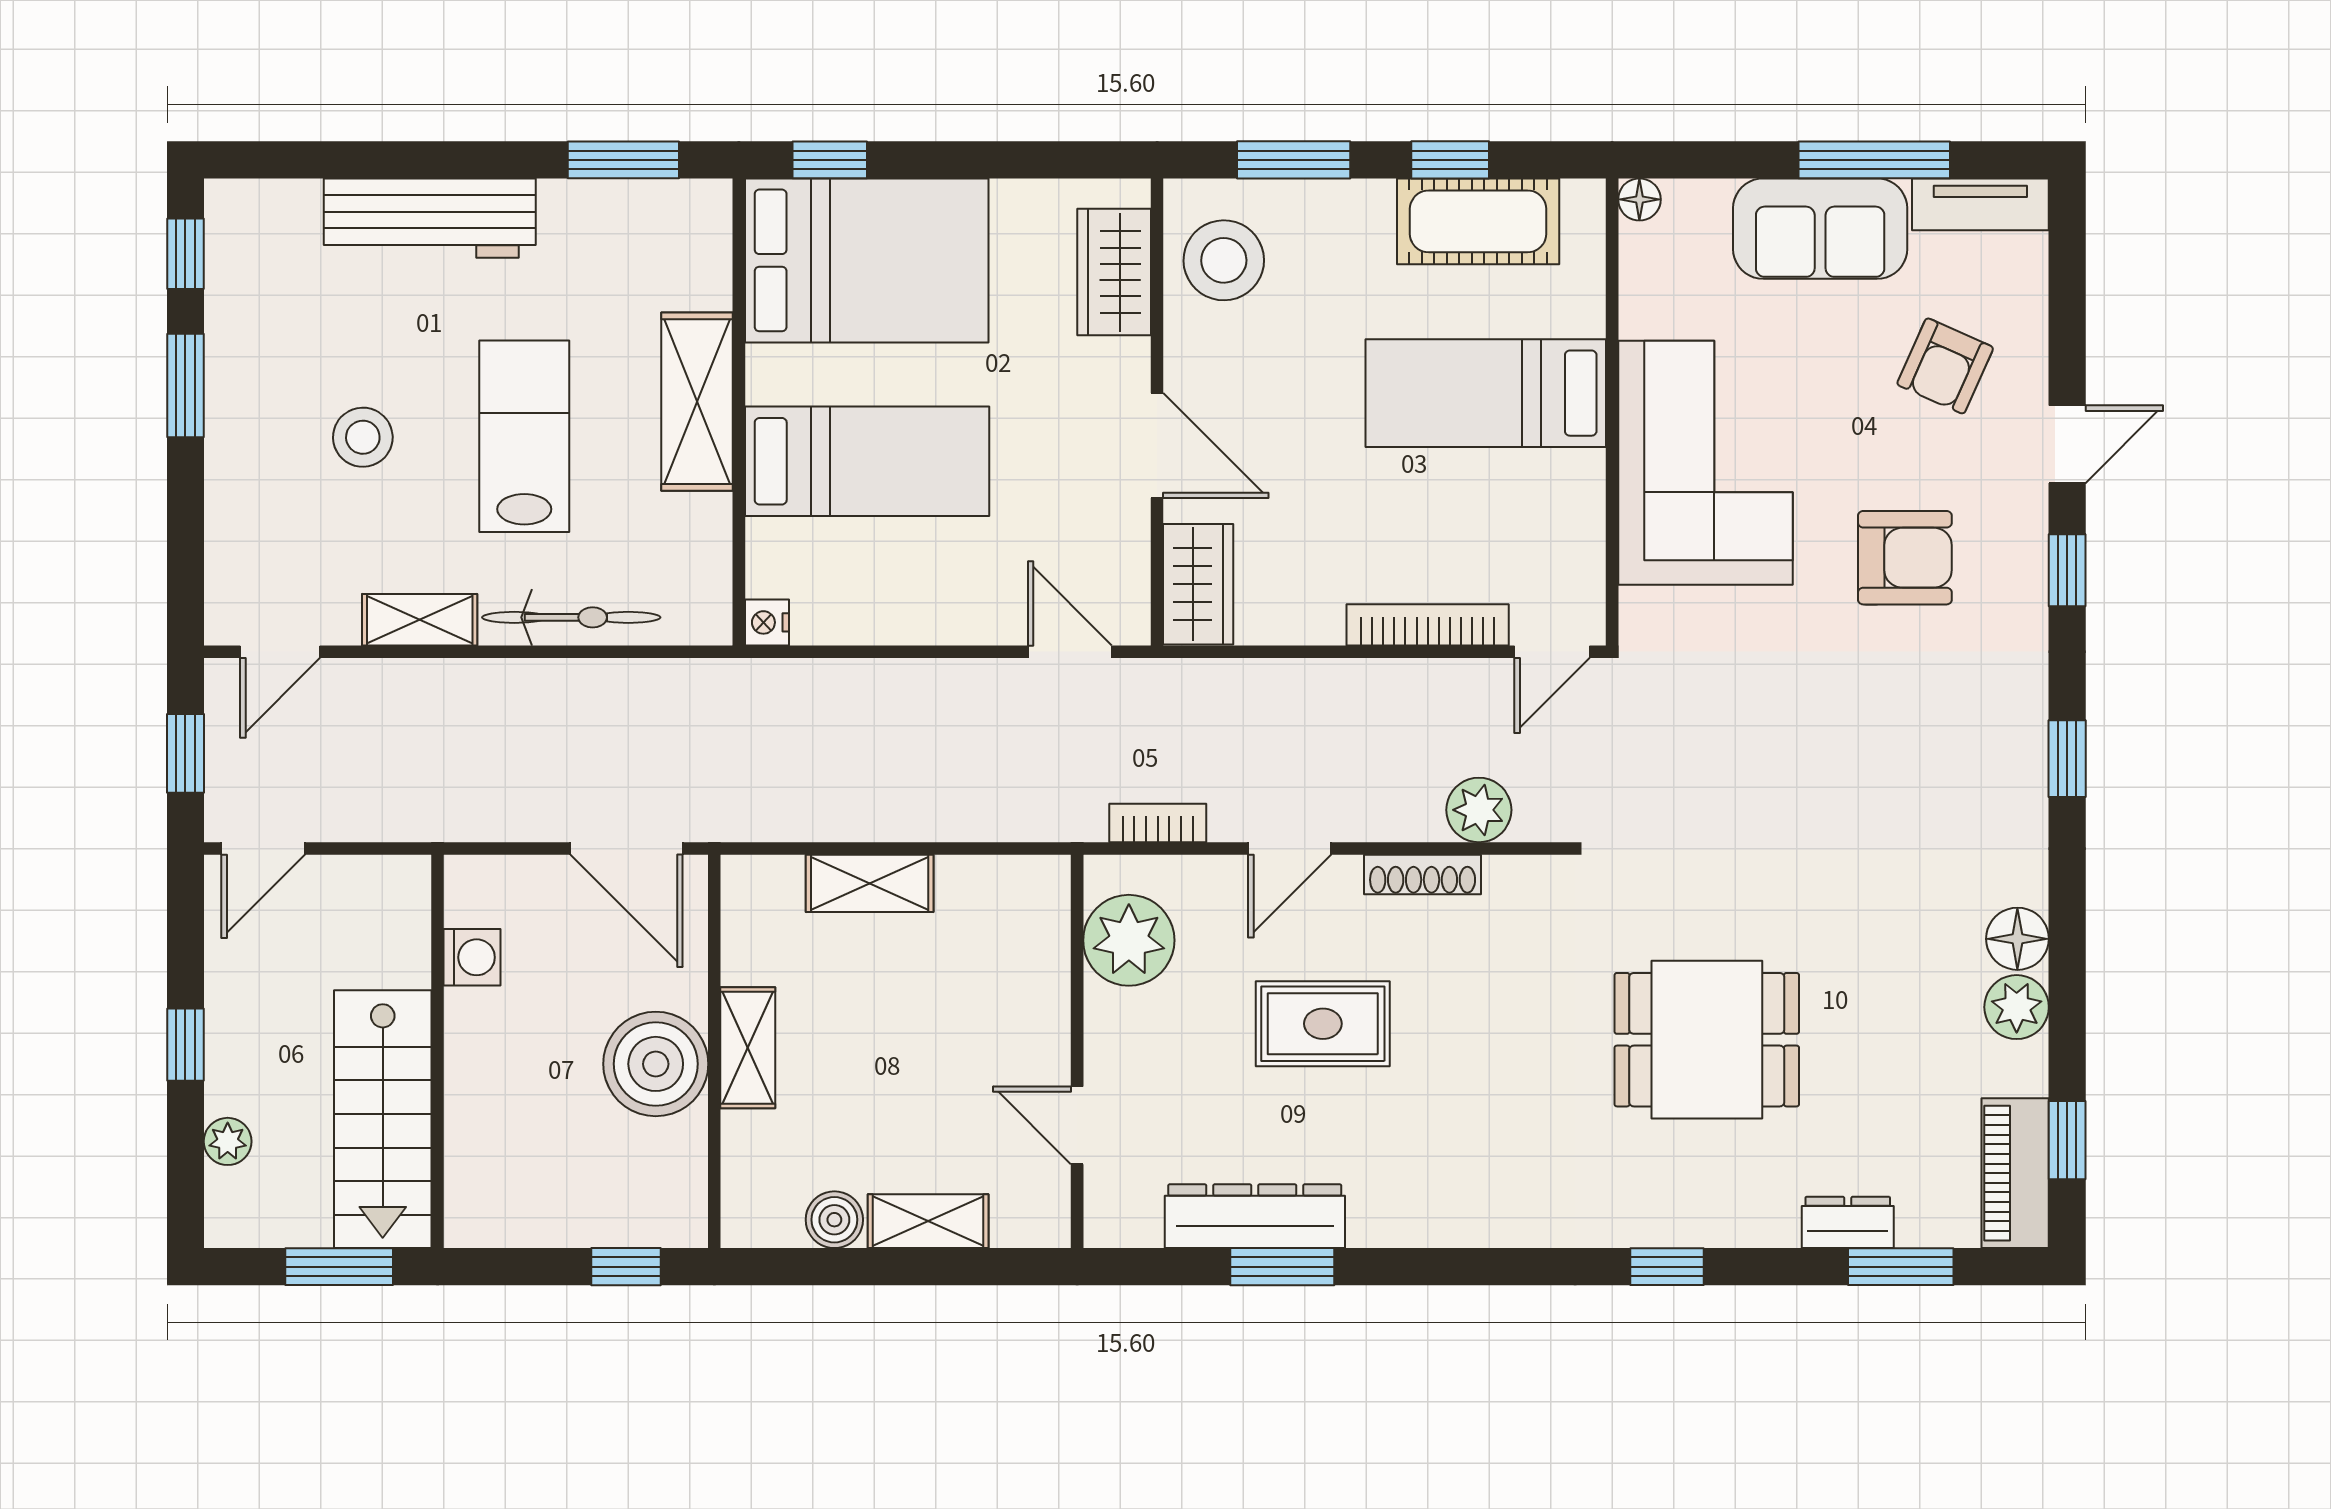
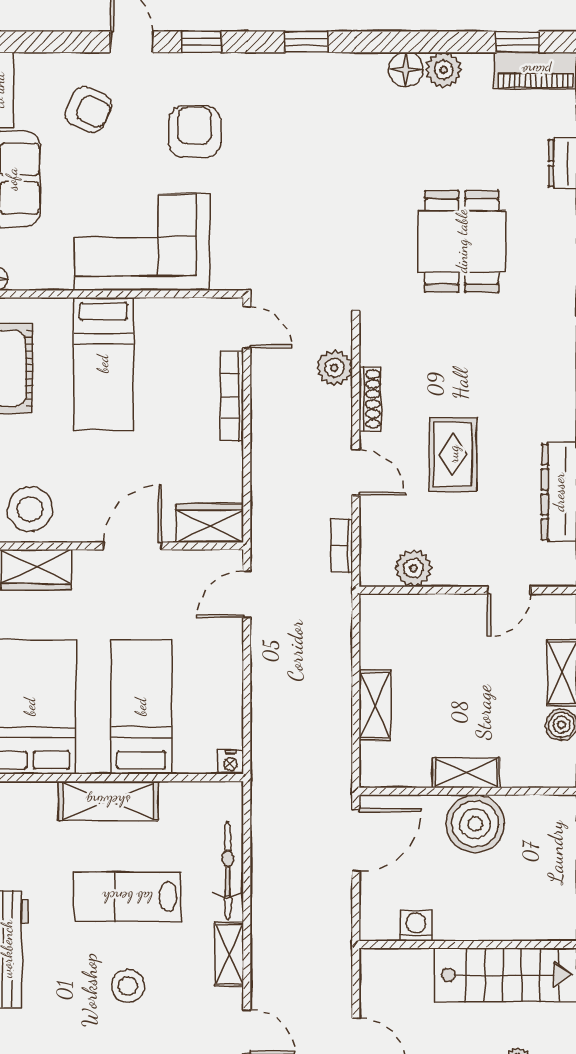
plant: (1129, 940) -> (413, 568), width x0.73, depth x0.73

